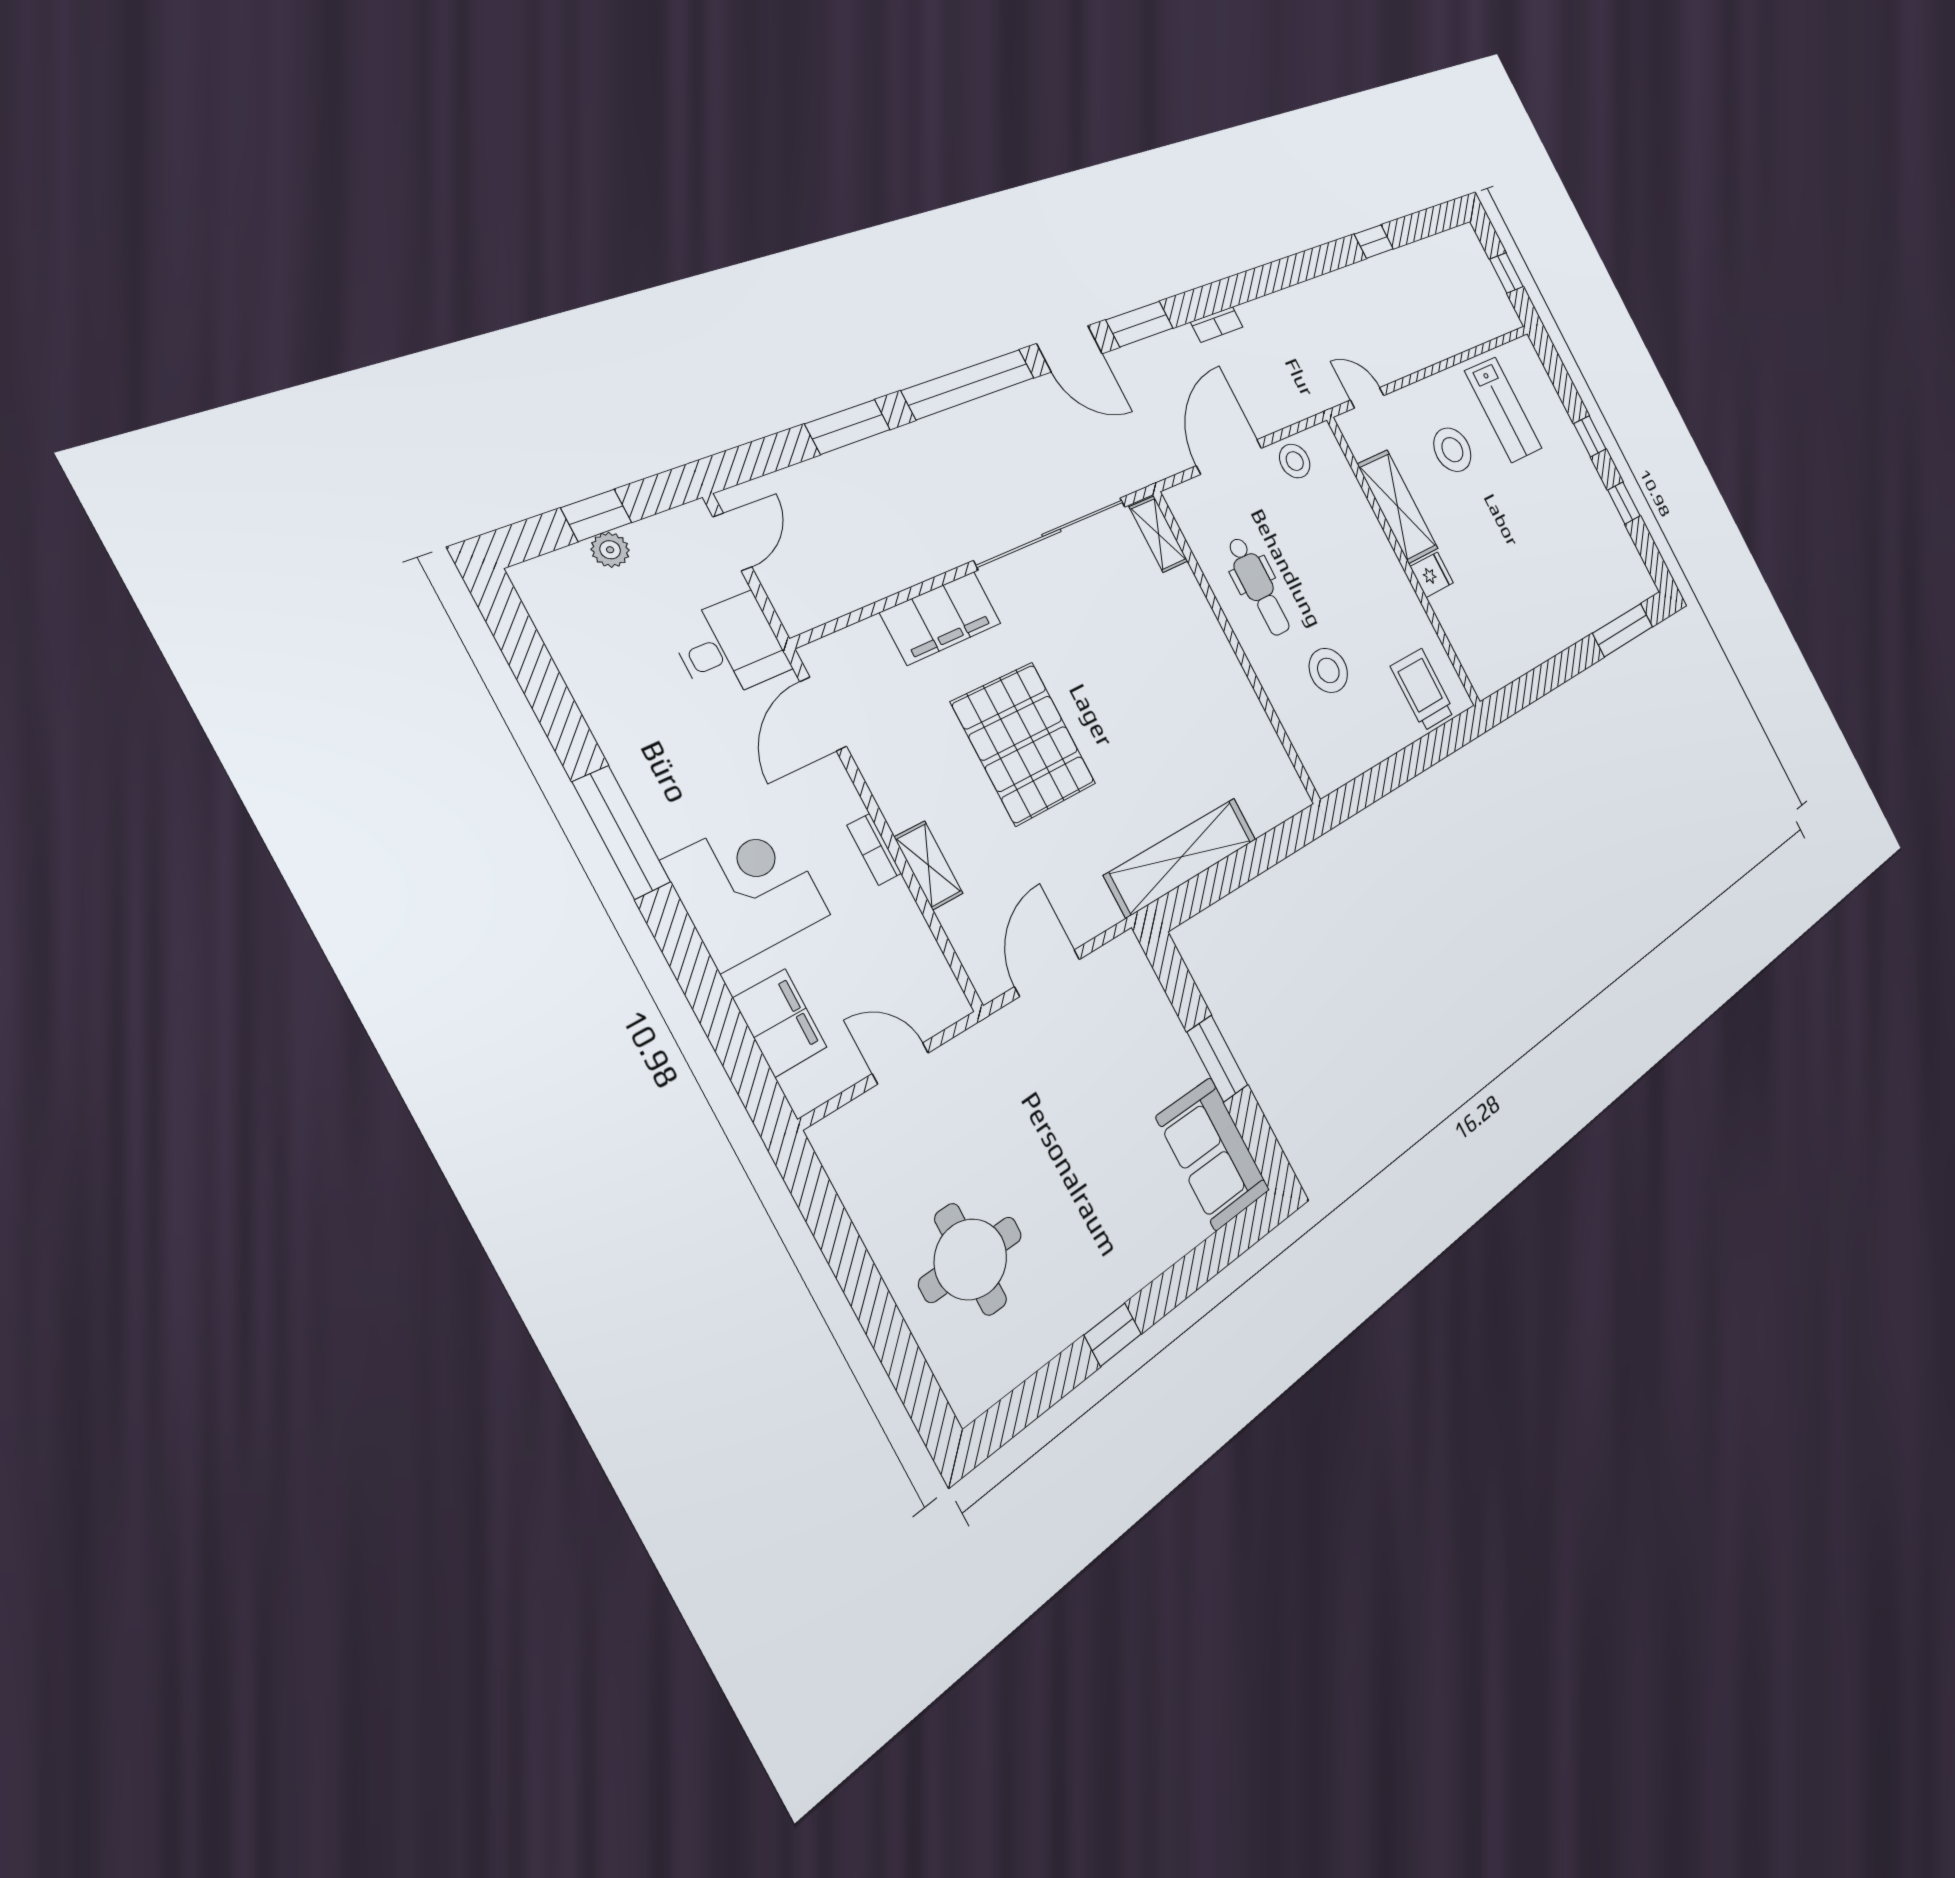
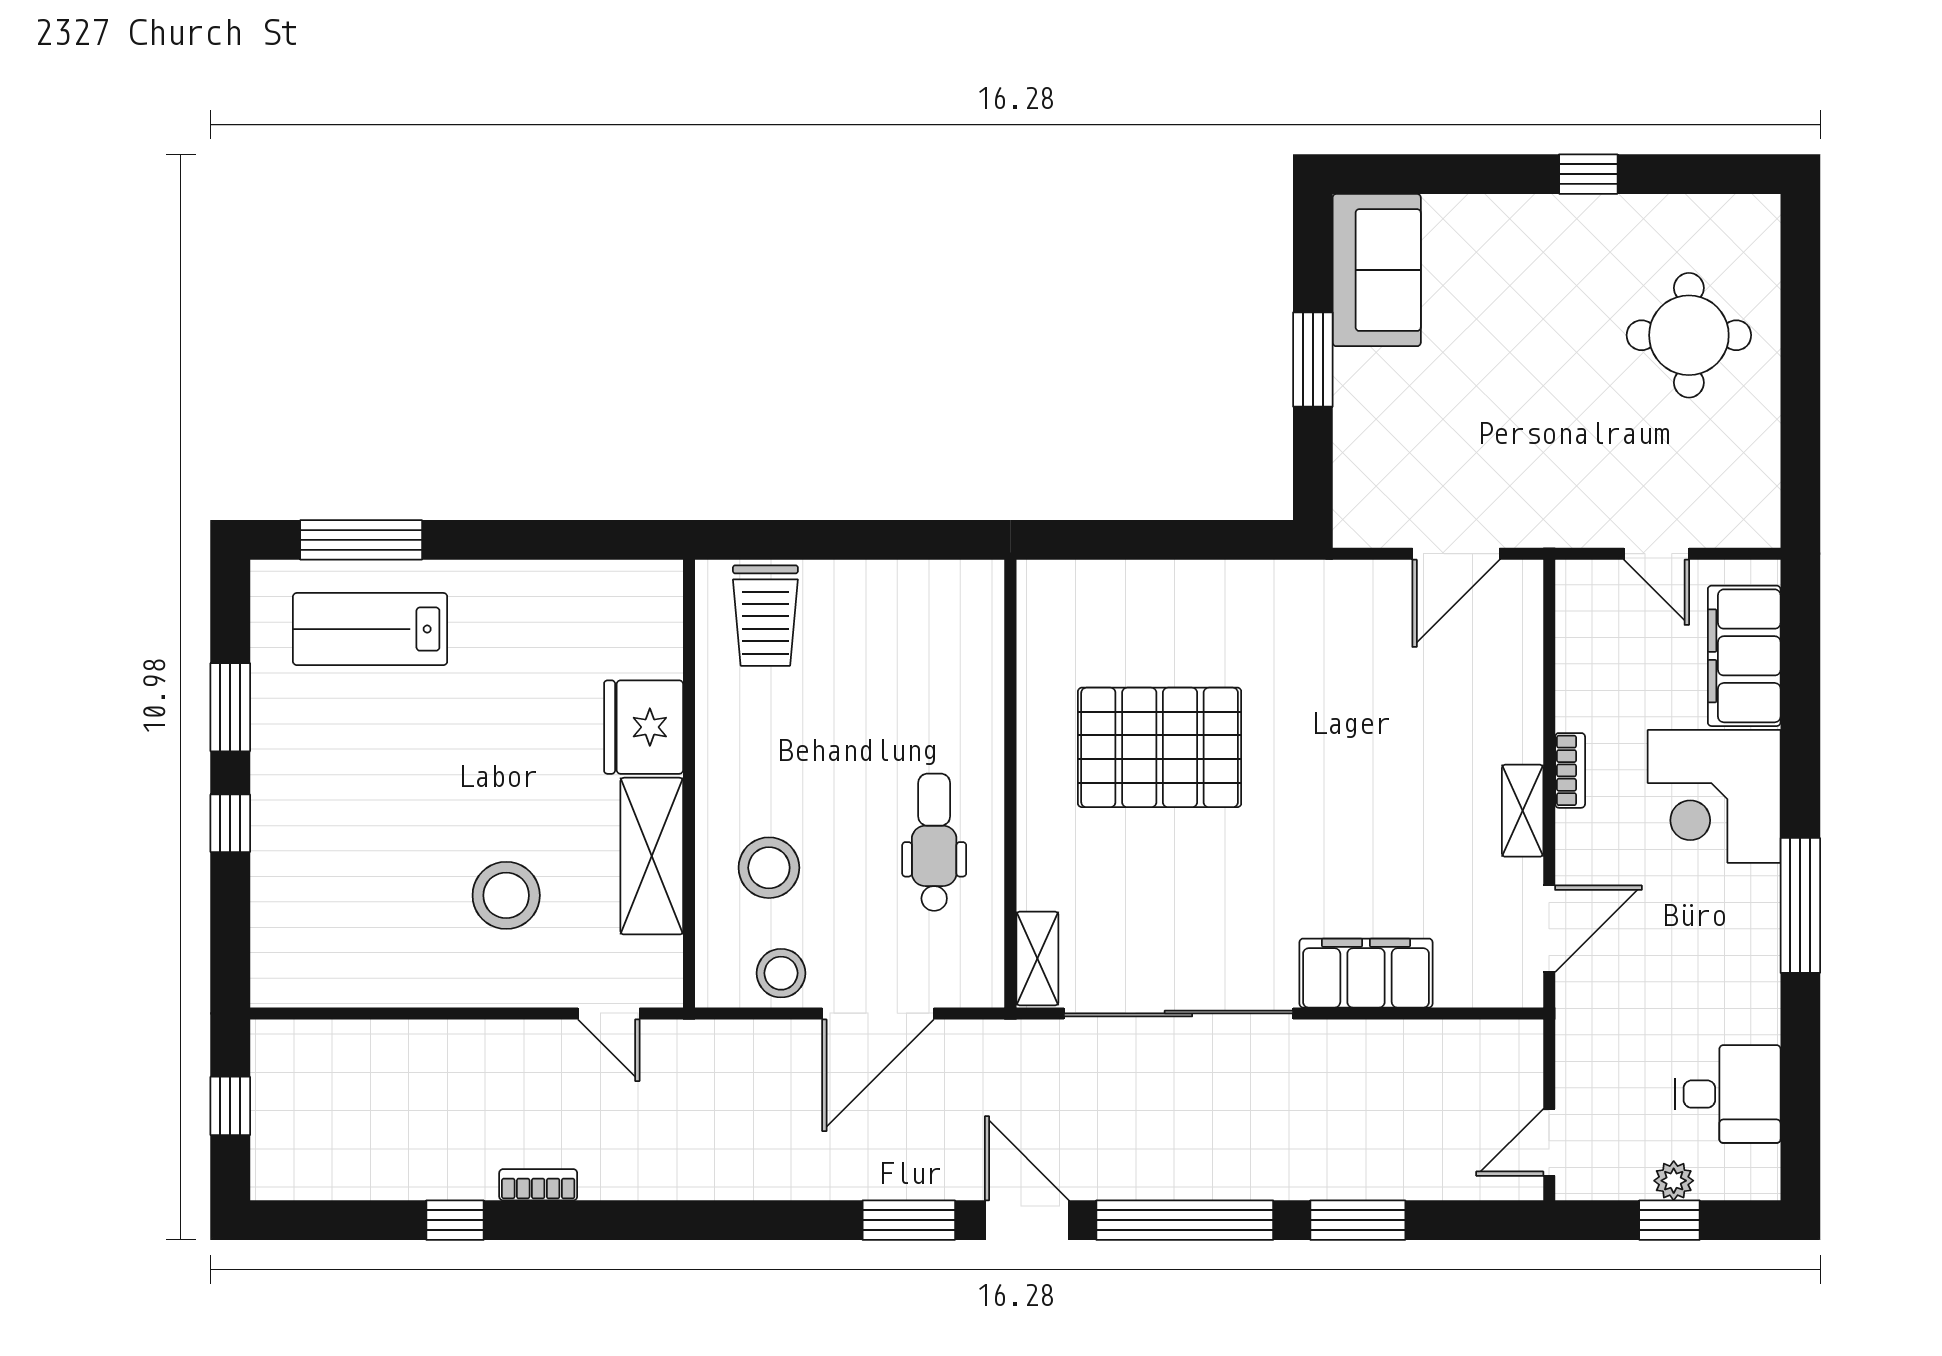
bookcase: (1217, 324) -> (538, 1185), moved
lab bench: (1503, 410) -> (370, 629), moved, turned -90
window: (1624, 503) -> (230, 707), width x1.50
fridge: (1432, 575) -> (644, 727), width x1.88, depth x1.34
desk: (730, 647) -> (1728, 1094), moved, turned 180
stool: (1328, 670) -> (769, 868), moved
pallet: (1024, 743) -> (1160, 747), moved, turned 90
shelving: (1181, 857) -> (1228, 589), removed
shelving: (929, 865) -> (1523, 811), moved
filing cabinet: (780, 1023) -> (1744, 656), width x1.50, depth x1.17

